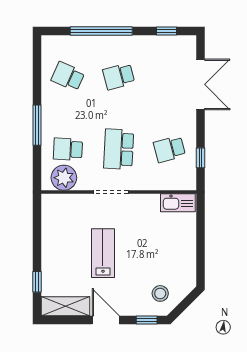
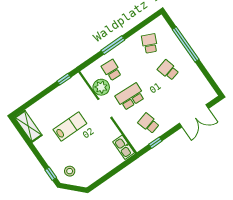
window: (166, 31) -> (209, 79), removed
plant: (64, 178) -> (101, 87), moved
window: (37, 282) -> (64, 79), moved
door: (106, 320) -> (36, 152), removed

